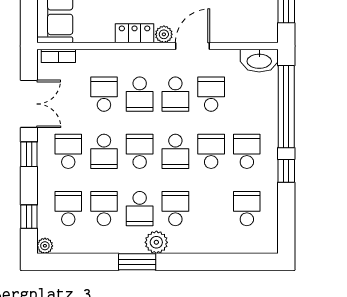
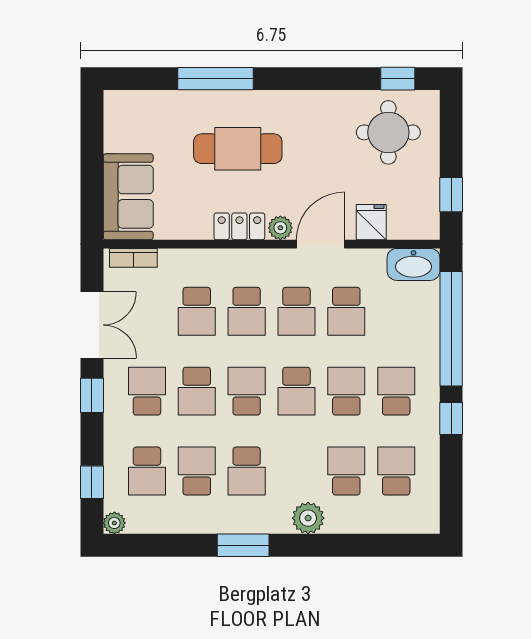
fridge: (229, 30) -> (371, 222), added
school desk: (104, 94) -> (197, 311), turned 180
school desk: (211, 94) -> (346, 311), turned 180
school desk: (68, 209) -> (147, 471), turned 180
school desk: (175, 209) -> (346, 471), moved
plant: (156, 242) -> (308, 518), moved

